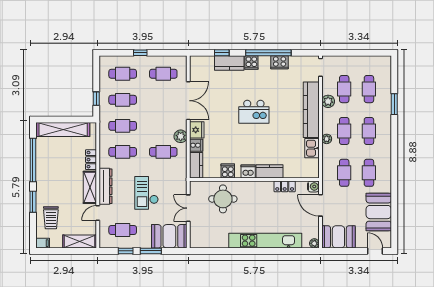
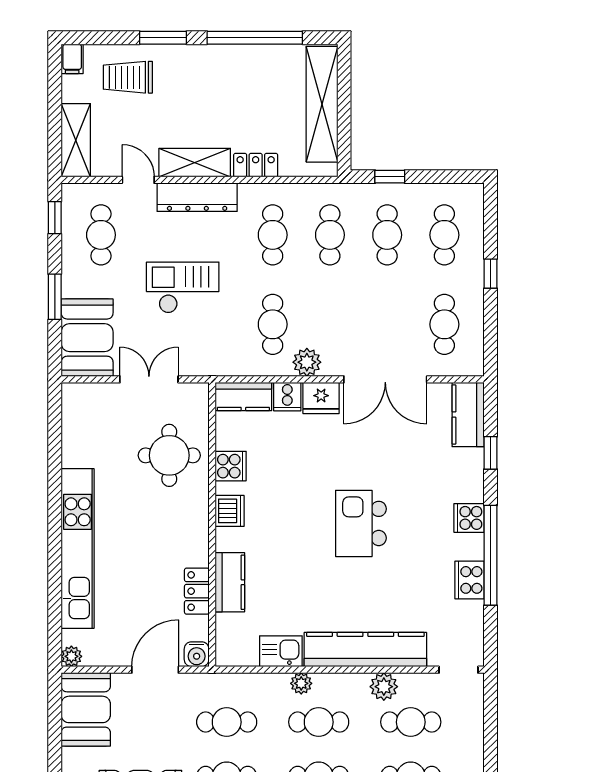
kitchen counter: (229, 63) -> (468, 415), moved
kitchen counter: (270, 171) -> (230, 582), moved
window: (126, 251) -> (55, 218), moved

